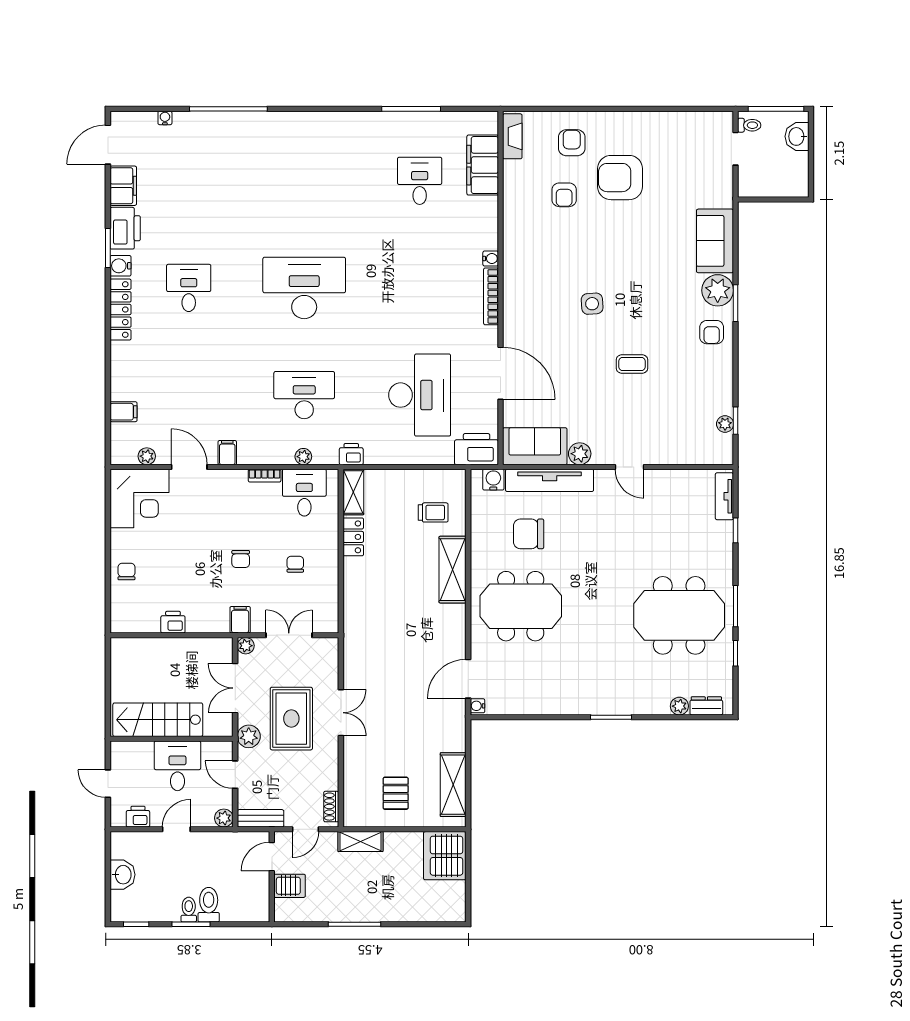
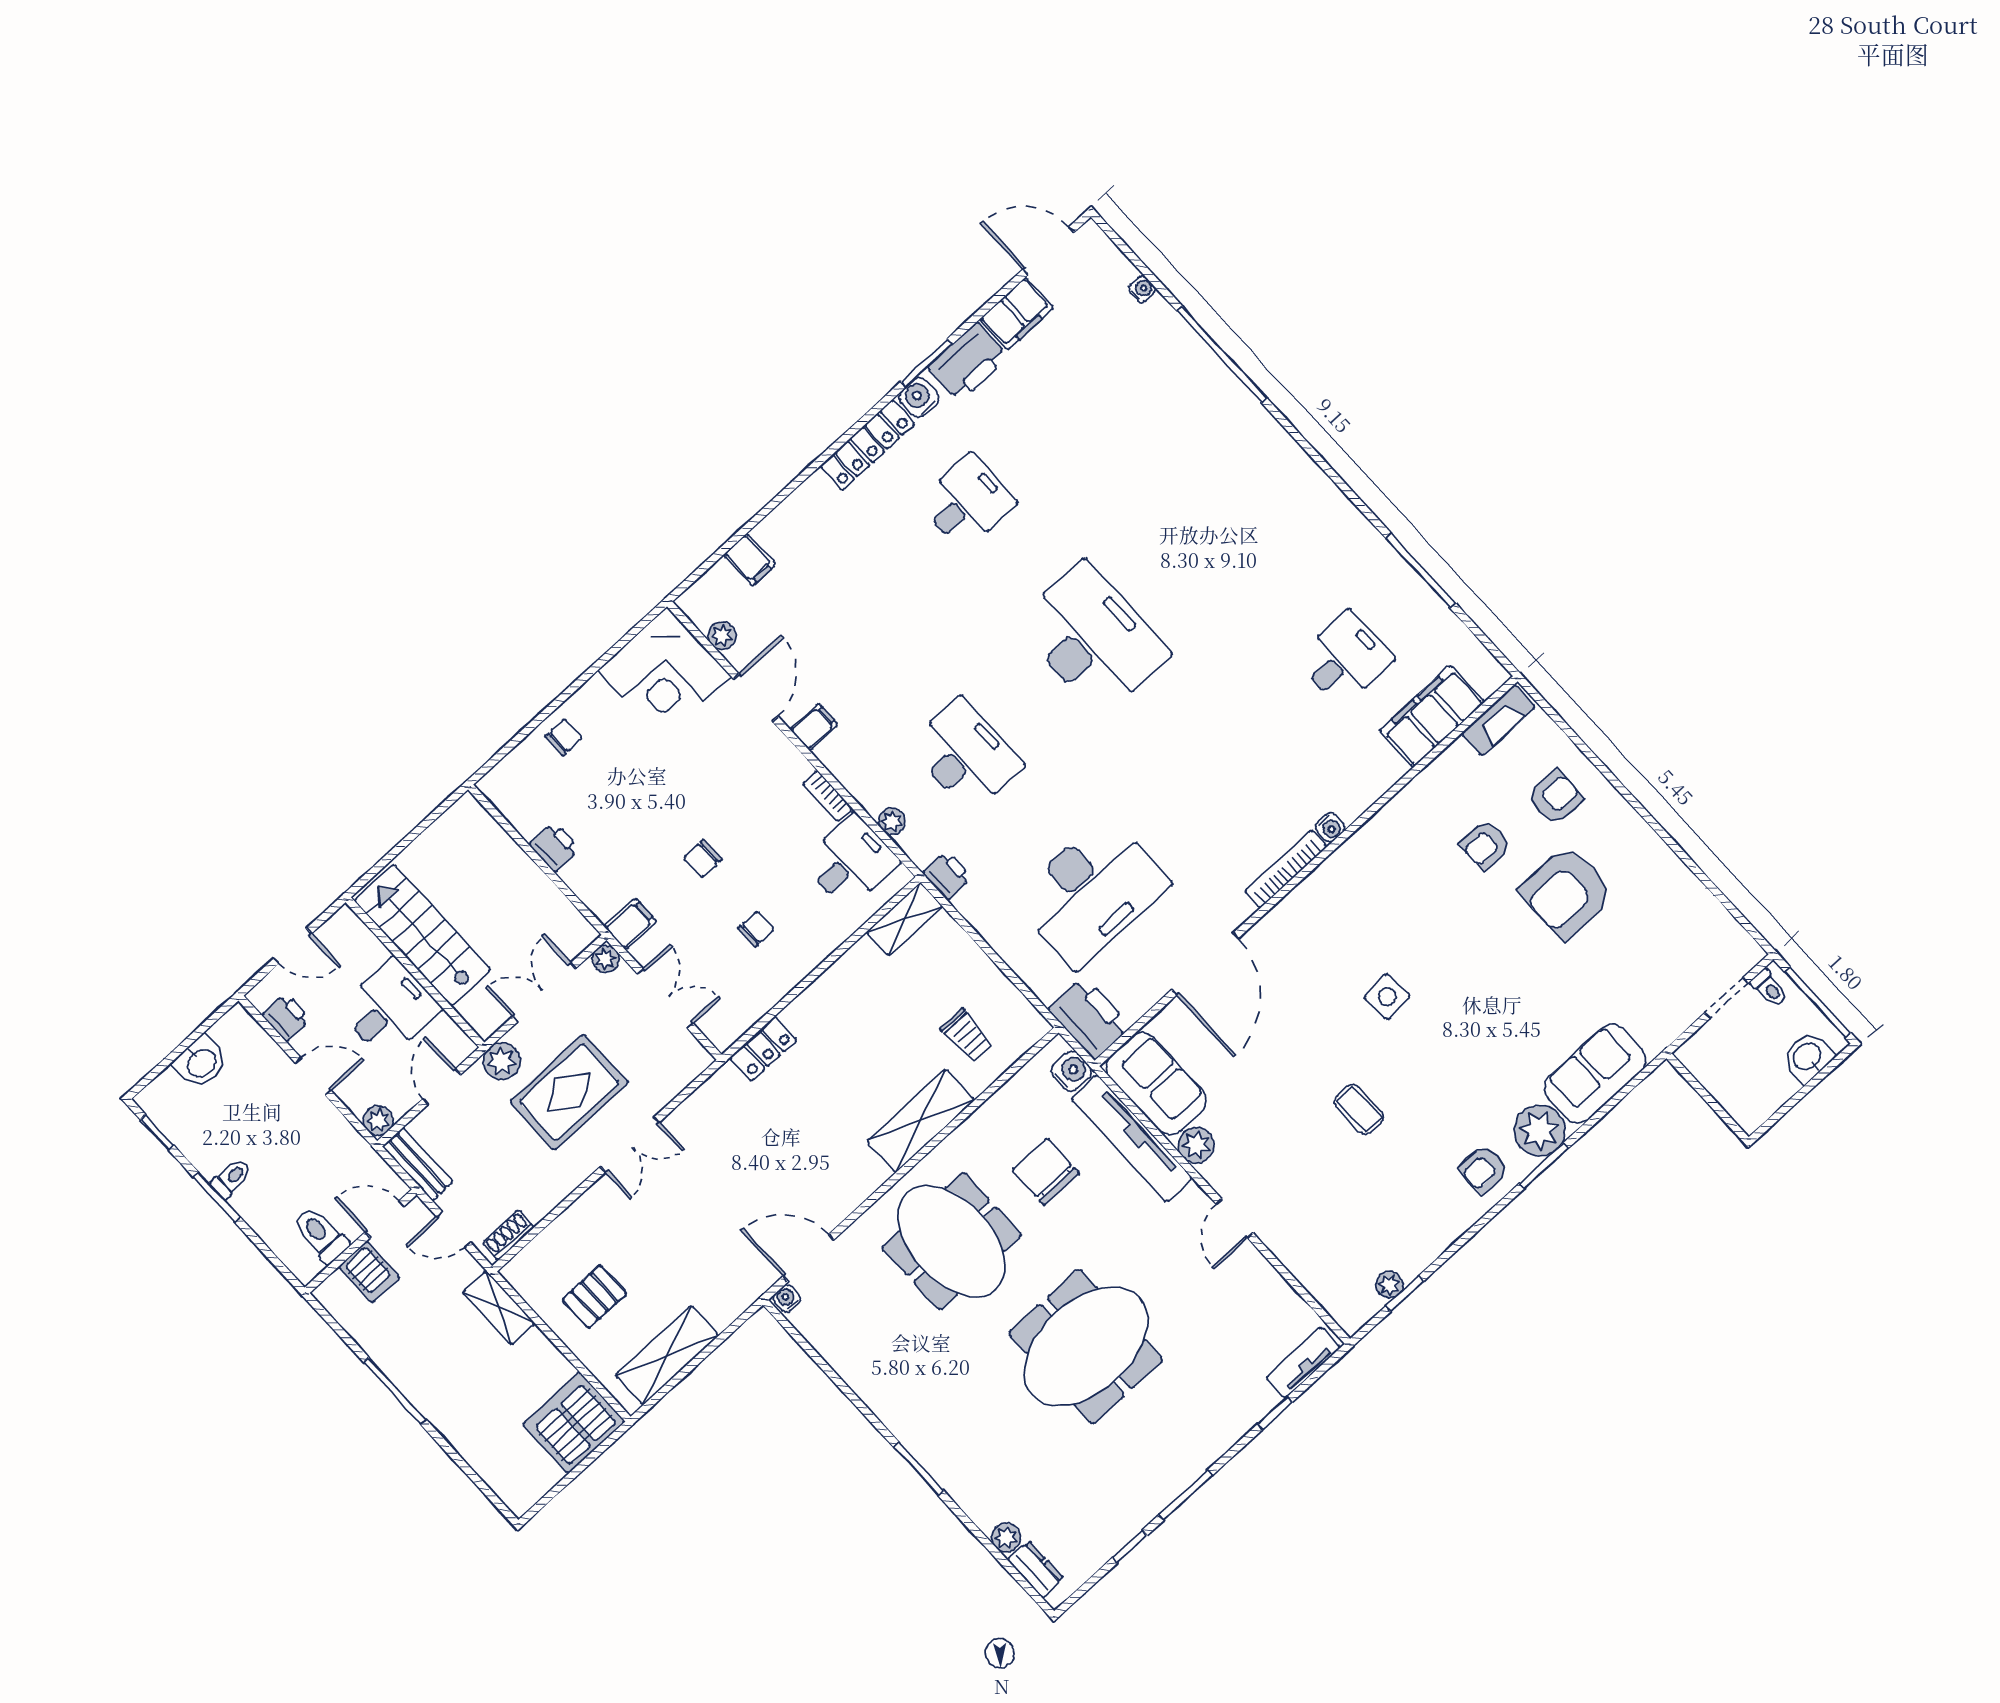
armchair: (620, 178) -> (1567, 892), turned -90
locker: (353, 537) -> (763, 1049), moved
meeting table: (679, 615) -> (1086, 1347), moved, turned 90
door: (108, 784) -> (293, 946), swing flipped
toilet: (209, 905) -> (321, 1235), moved, turned -90

